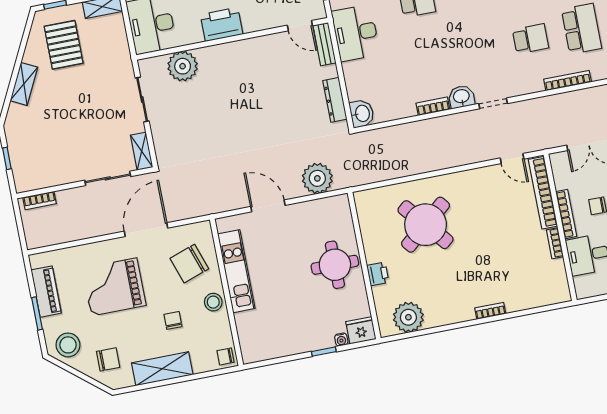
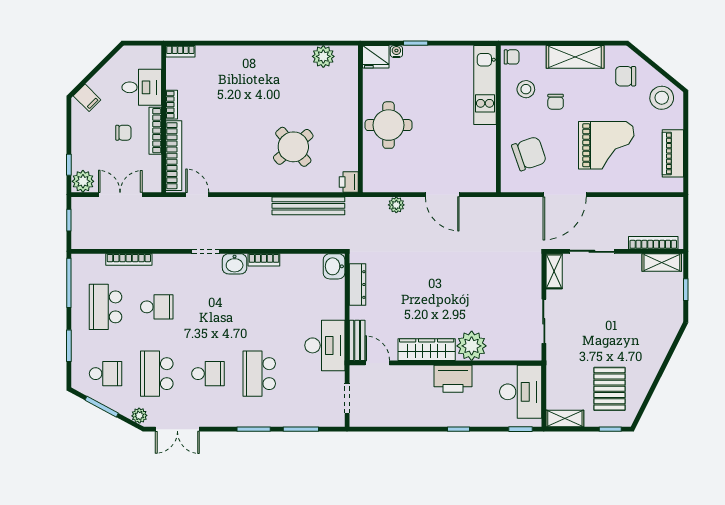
school desk: (531, 39) -> (157, 307), turned 180
wardrobe: (253, 48) -> (427, 350), added
plant: (183, 66) -> (472, 346), moved
shelving: (24, 84) -> (662, 262), moved, turned 63
bench: (399, 169) -> (308, 206), added
plant: (317, 178) -> (396, 205), width x0.53, depth x0.53
bookcase: (40, 201) -> (653, 243), width x1.56
round table: (426, 225) -> (293, 147), width x0.73, depth x0.73
kitchen unit: (236, 271) -> (485, 85), moved
printer: (378, 274) -> (349, 182), moved
stool: (213, 302) -> (526, 89), moved
bookcase: (490, 311) -> (180, 51), moved
window: (37, 313) -> (686, 134), removed
plant: (408, 317) -> (323, 56), width x0.73, depth x0.73

